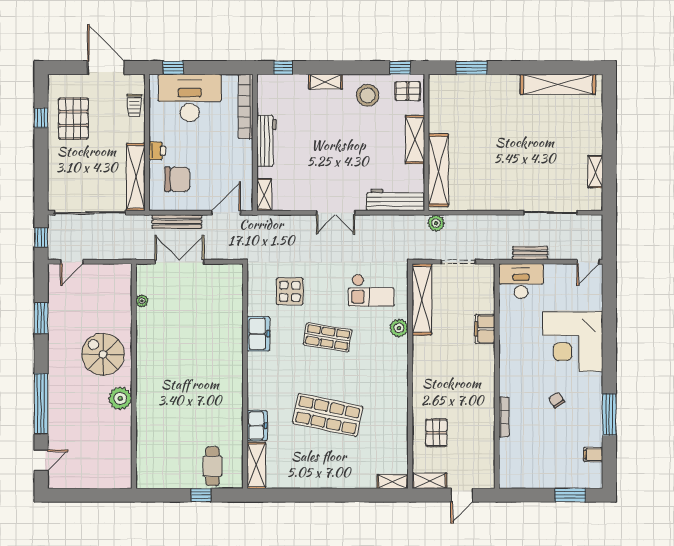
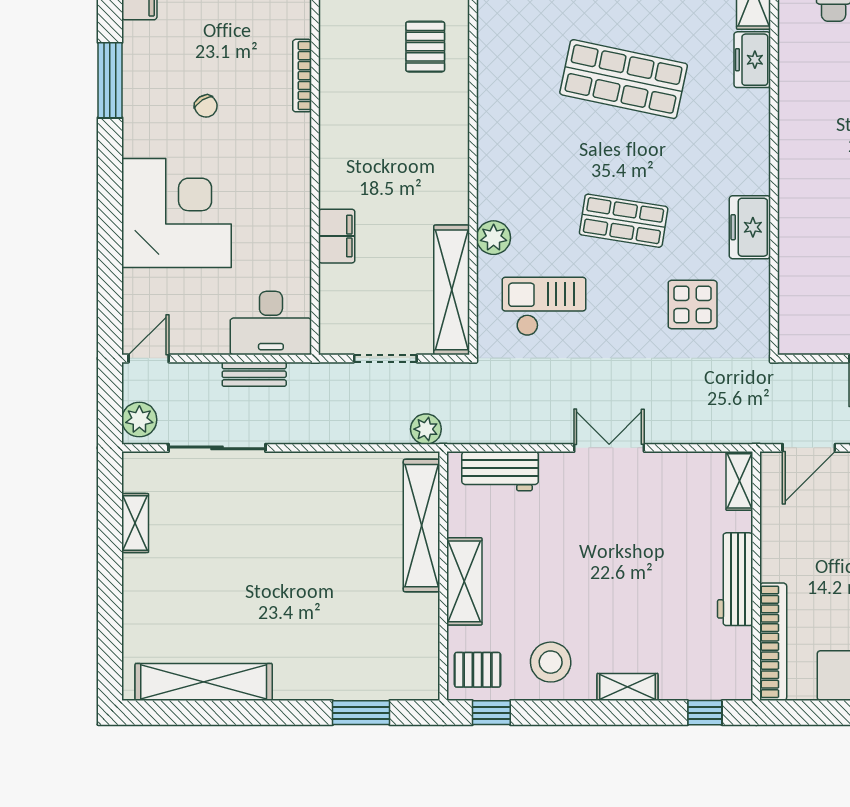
workbench: (395, 200) -> (500, 471), width x0.73
plant: (593, 228) -> (139, 420), added

